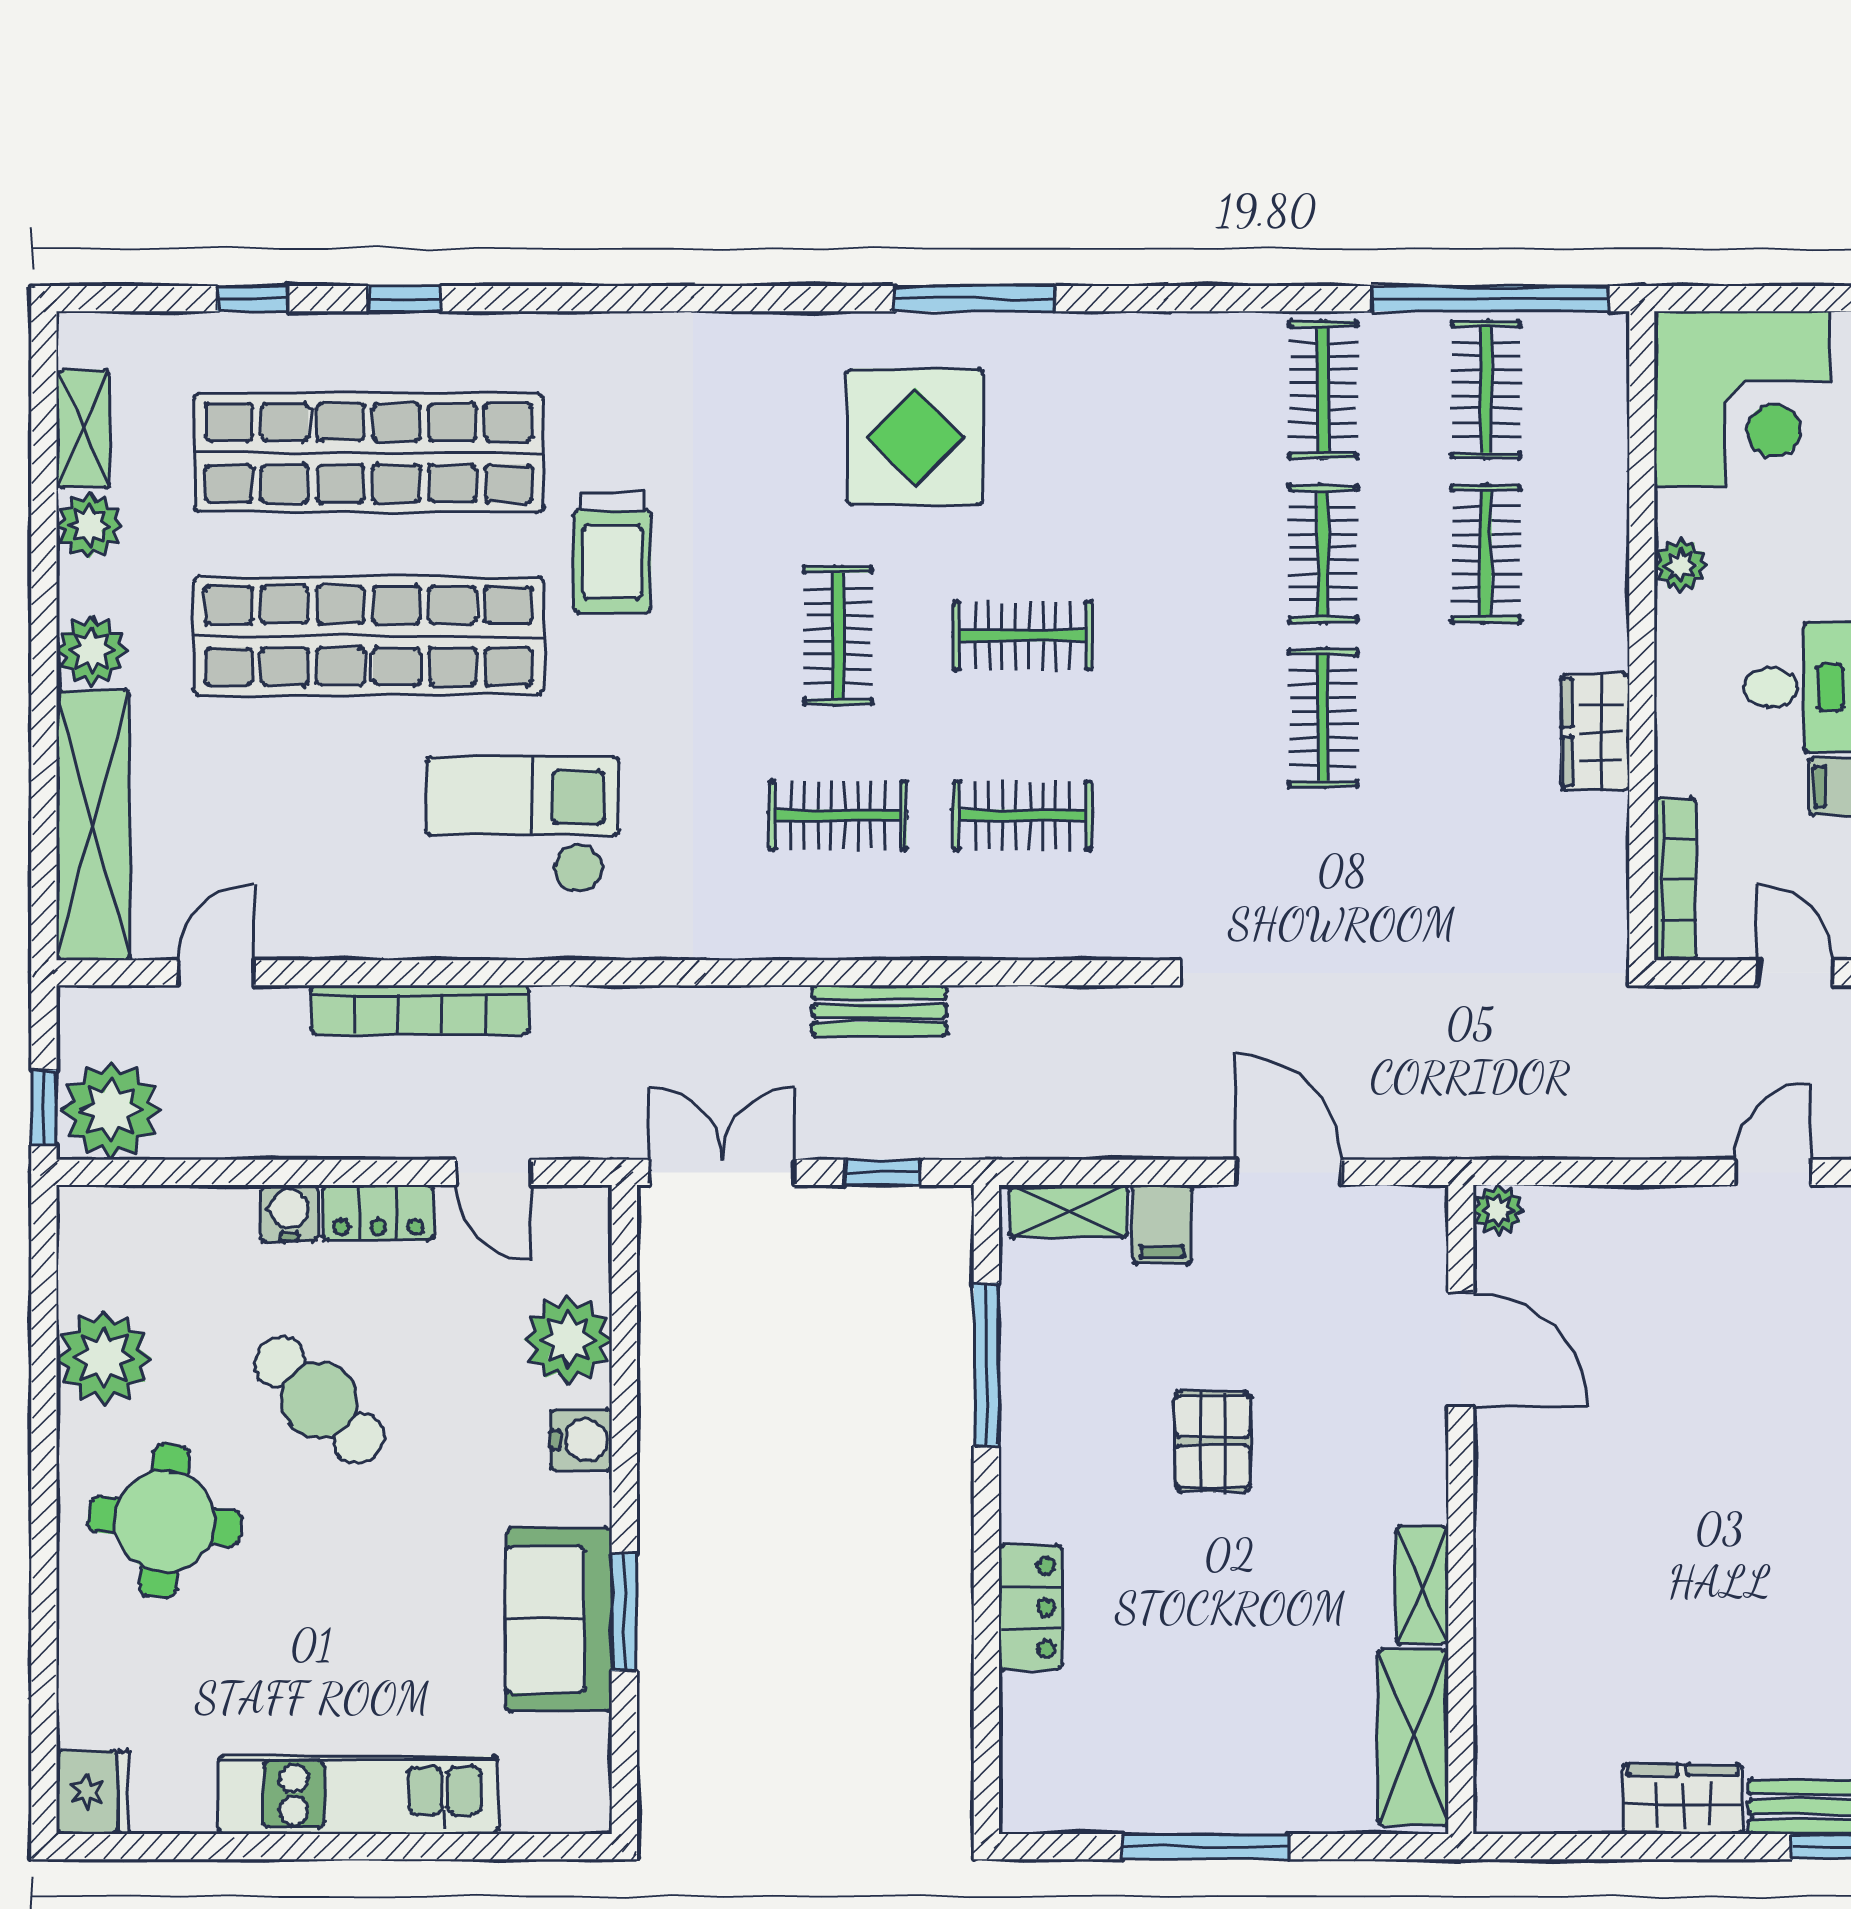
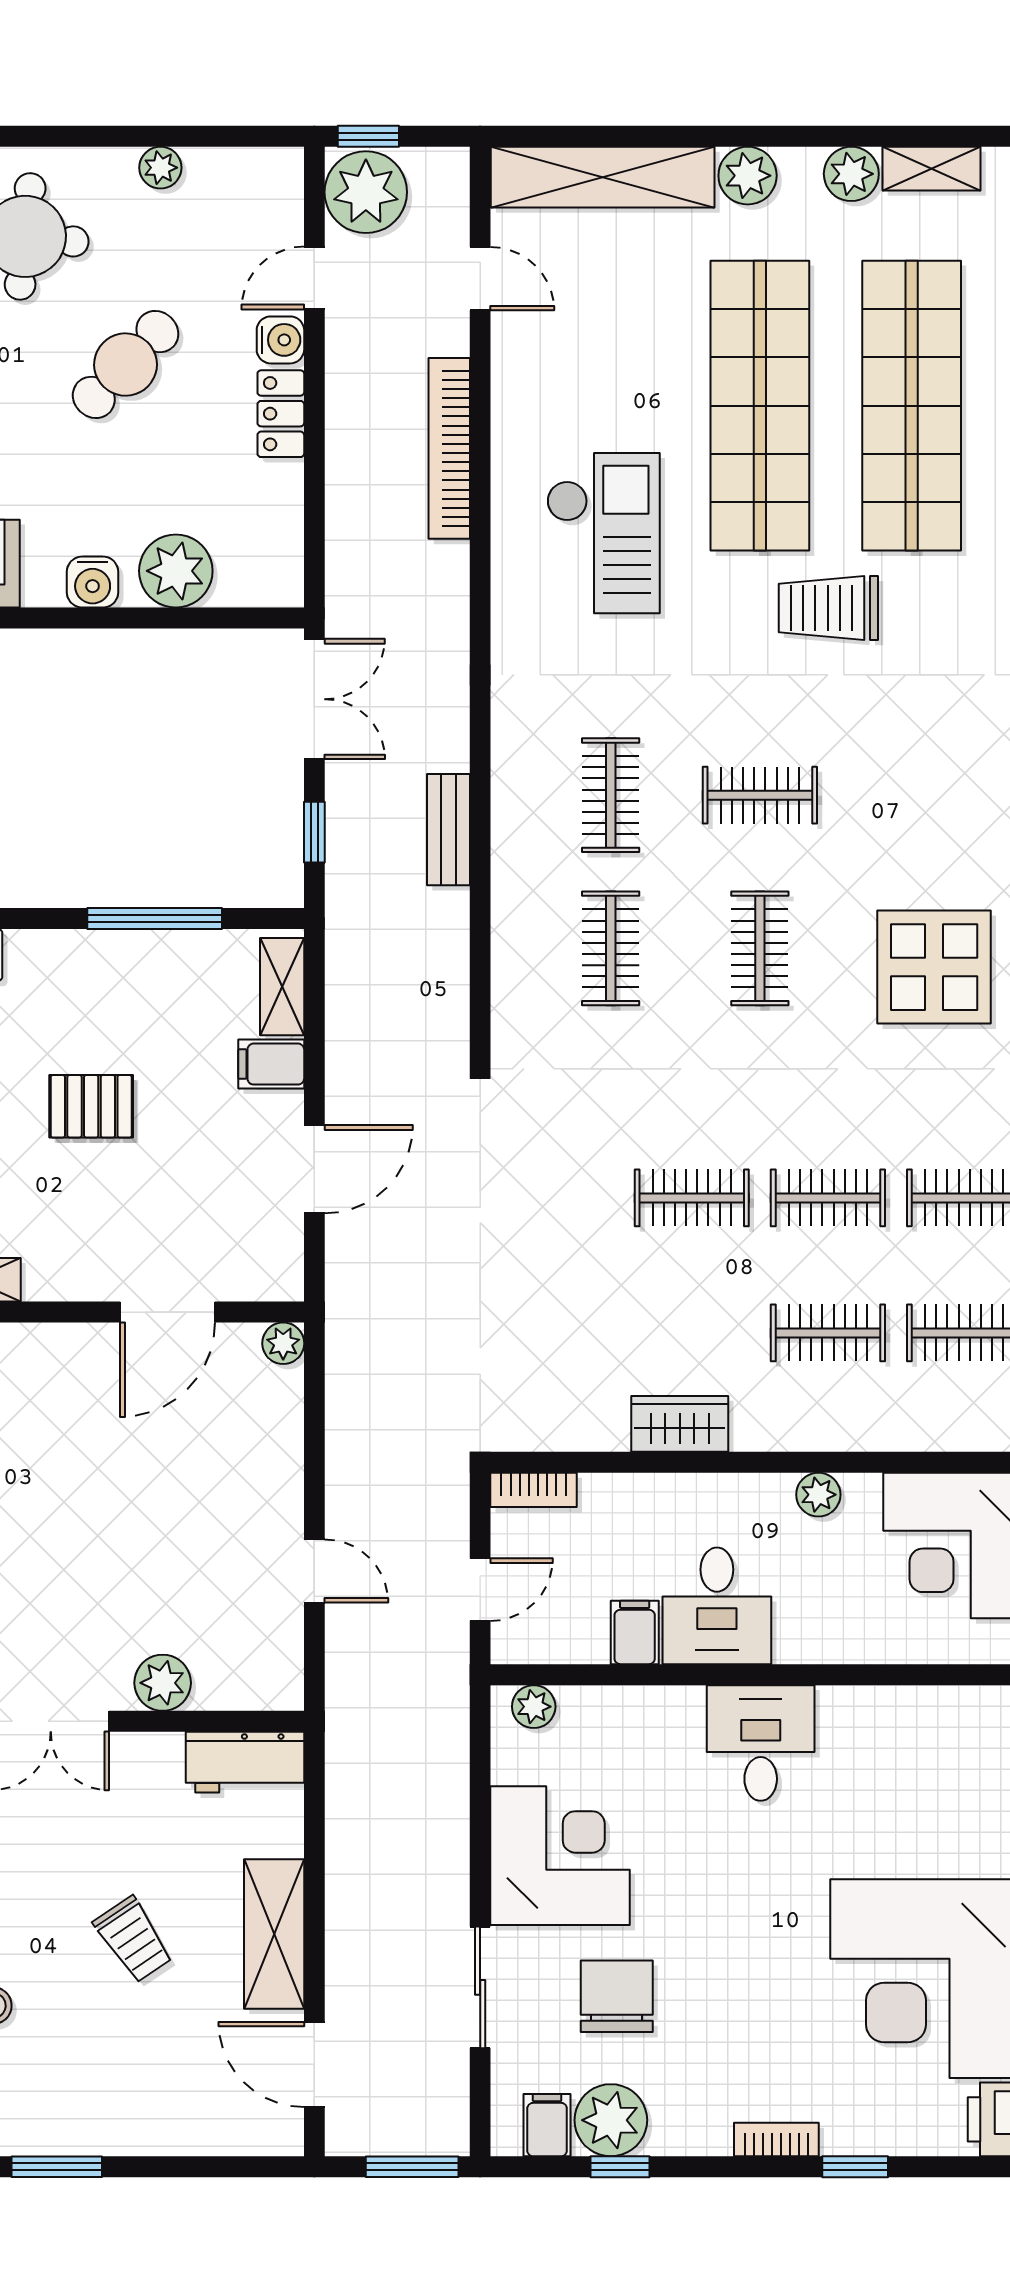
display table: (915, 437) -> (934, 967), moved
bookcase: (1675, 879) -> (534, 1490), width x0.64
door: (494, 1172) -> (314, 278), moved
plant: (104, 1358) -> (160, 168), width x0.53, depth x0.53

